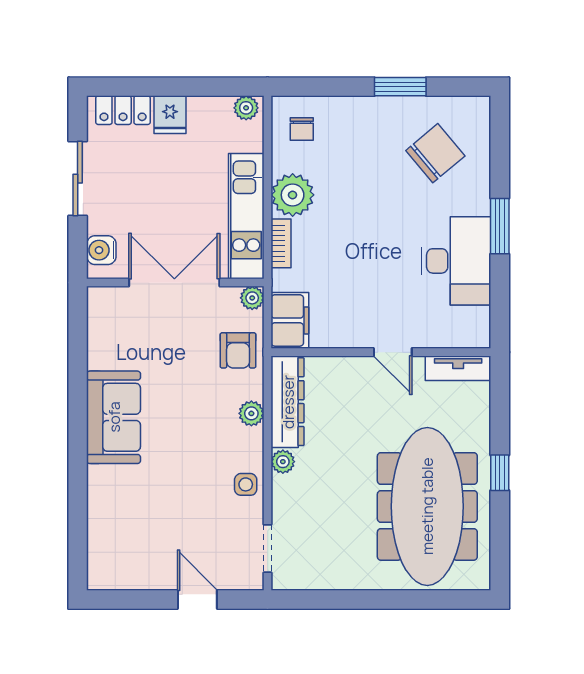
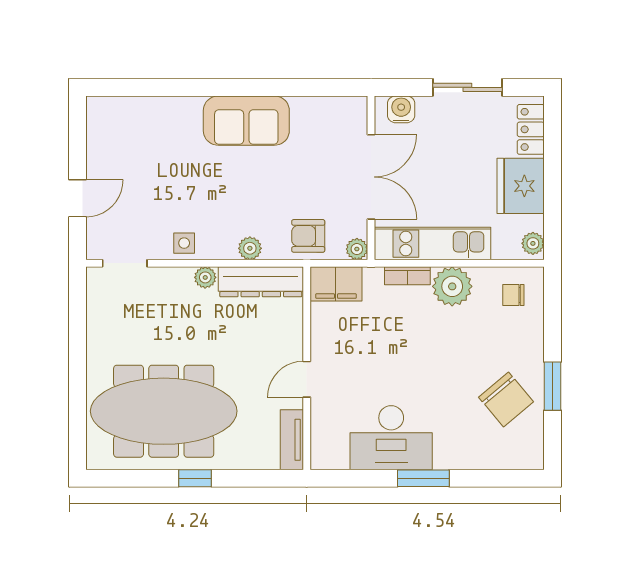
fridge: (170, 115) -> (521, 186), width x1.88, depth x1.34
chair: (435, 153) -> (506, 399), moved

